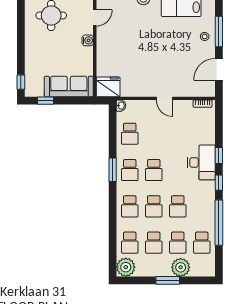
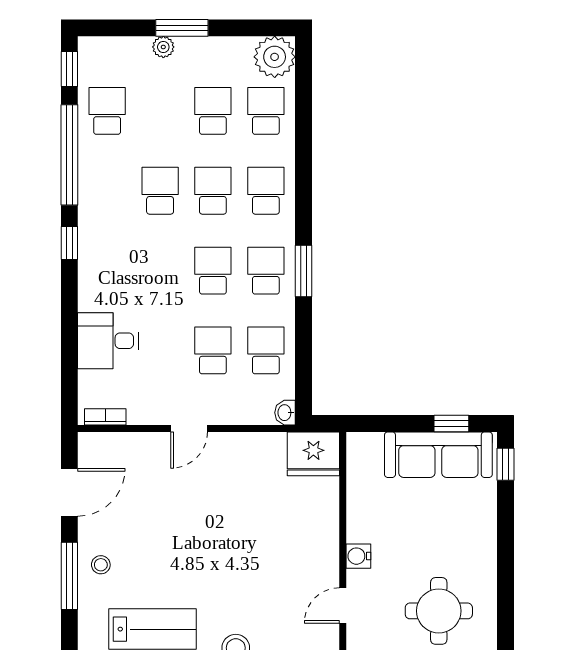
sofa: (69, 86) -> (438, 455), moved
door: (165, 98) -> (189, 429), swing flipped
window: (219, 156) -> (69, 69), moved
desk: (201, 162) -> (108, 341), moved, width x0.73
school desk: (178, 243) -> (213, 350), moved
plant: (181, 267) -> (163, 47), width x0.53, depth x0.53

